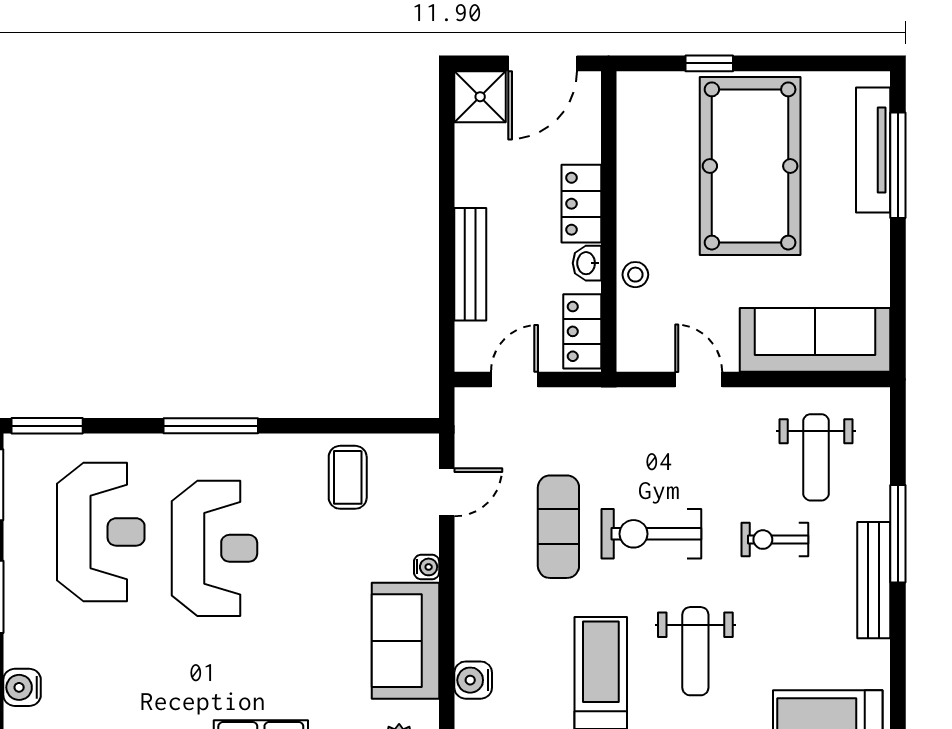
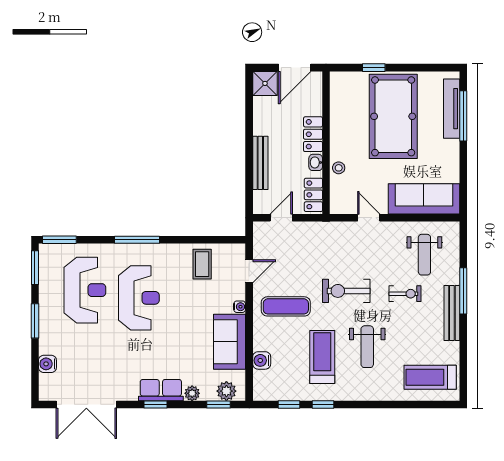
exercise mat: (558, 527) -> (286, 306), moved, turned 90
exercise bike: (775, 540) -> (405, 294), turned 180

